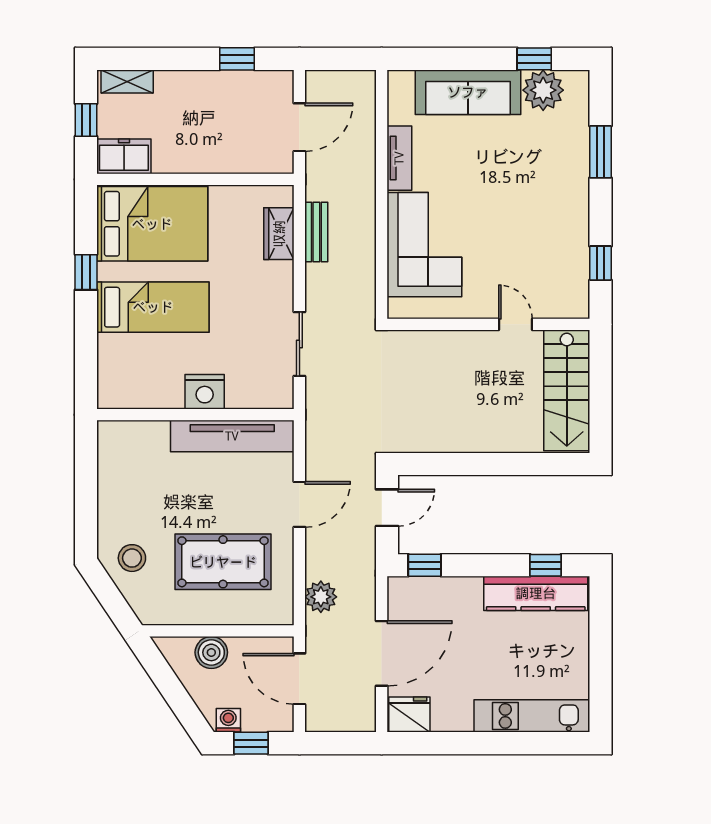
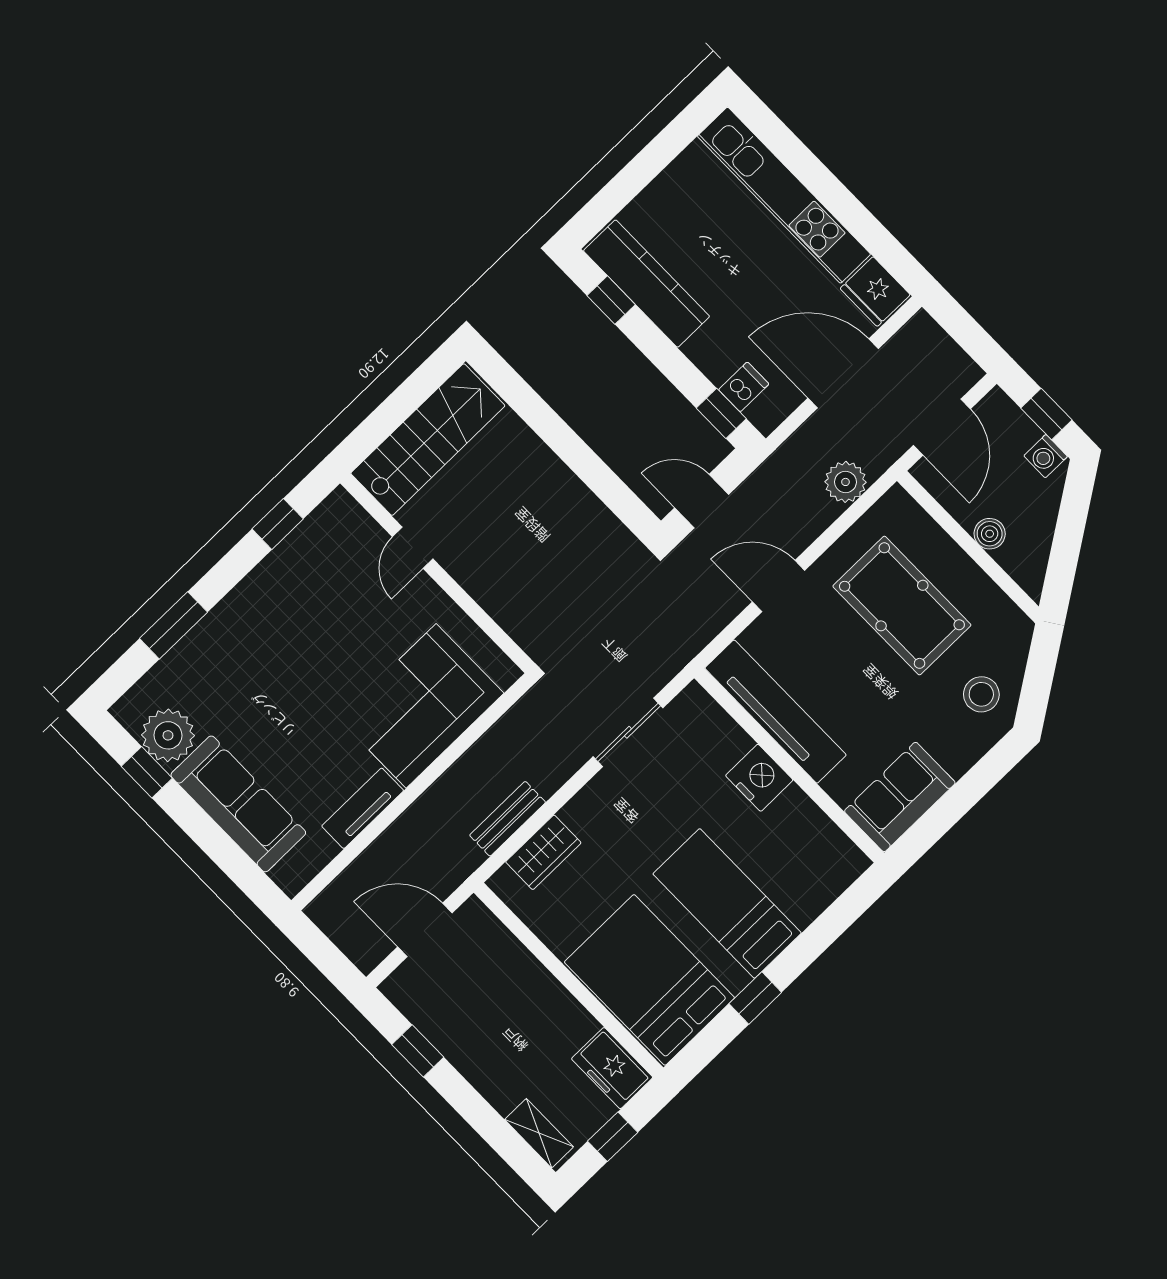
sofa: (119, 459) -> (900, 797), added
dishwasher: (427, 592) -> (744, 387), added
boiler: (211, 652) -> (990, 534), width x0.73, depth x0.73
kitchen unit: (532, 716) -> (784, 195), width x1.36

